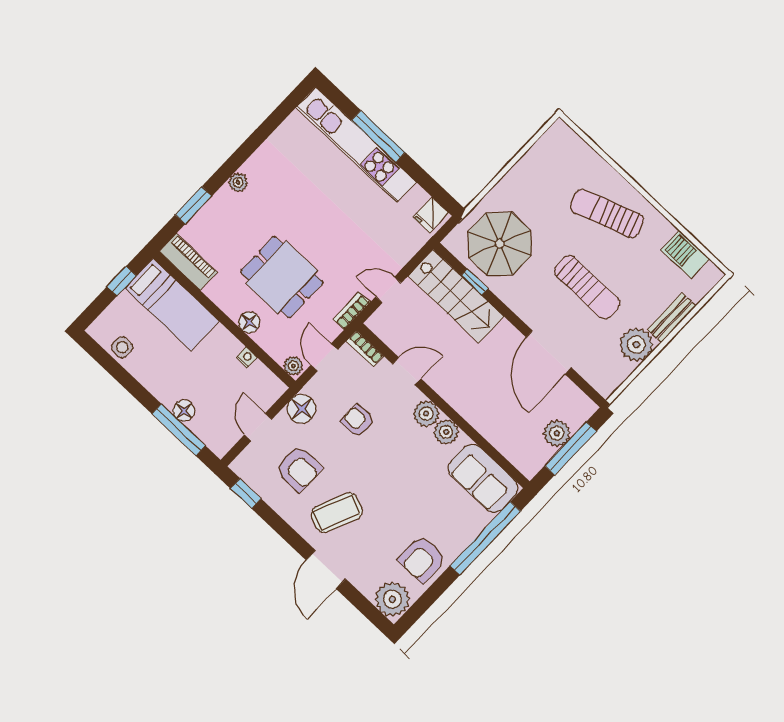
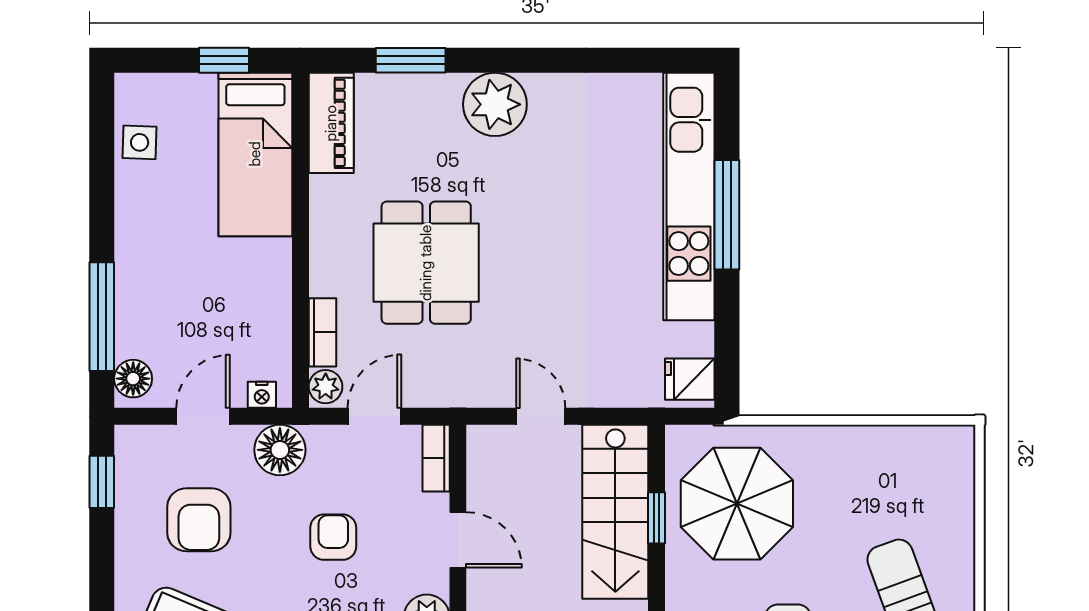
plant: (238, 182) -> (495, 104), width x1.87, depth x1.87
bookcase: (352, 311) -> (322, 332), moved, turned 90
floor lamp: (249, 322) -> (328, 276), removed
nightstand: (247, 357) -> (262, 395), moved, turned 90
floor lamp: (184, 411) -> (133, 379), moved

